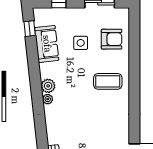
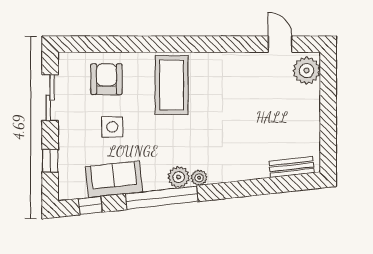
window: (35, 75) -> (162, 198), added
coffee table: (108, 81) -> (172, 85), width x1.36, depth x1.32

